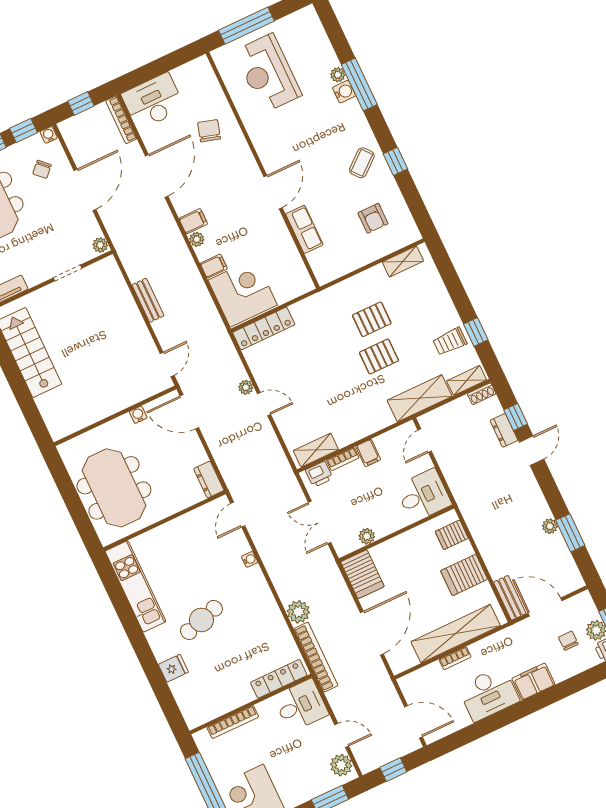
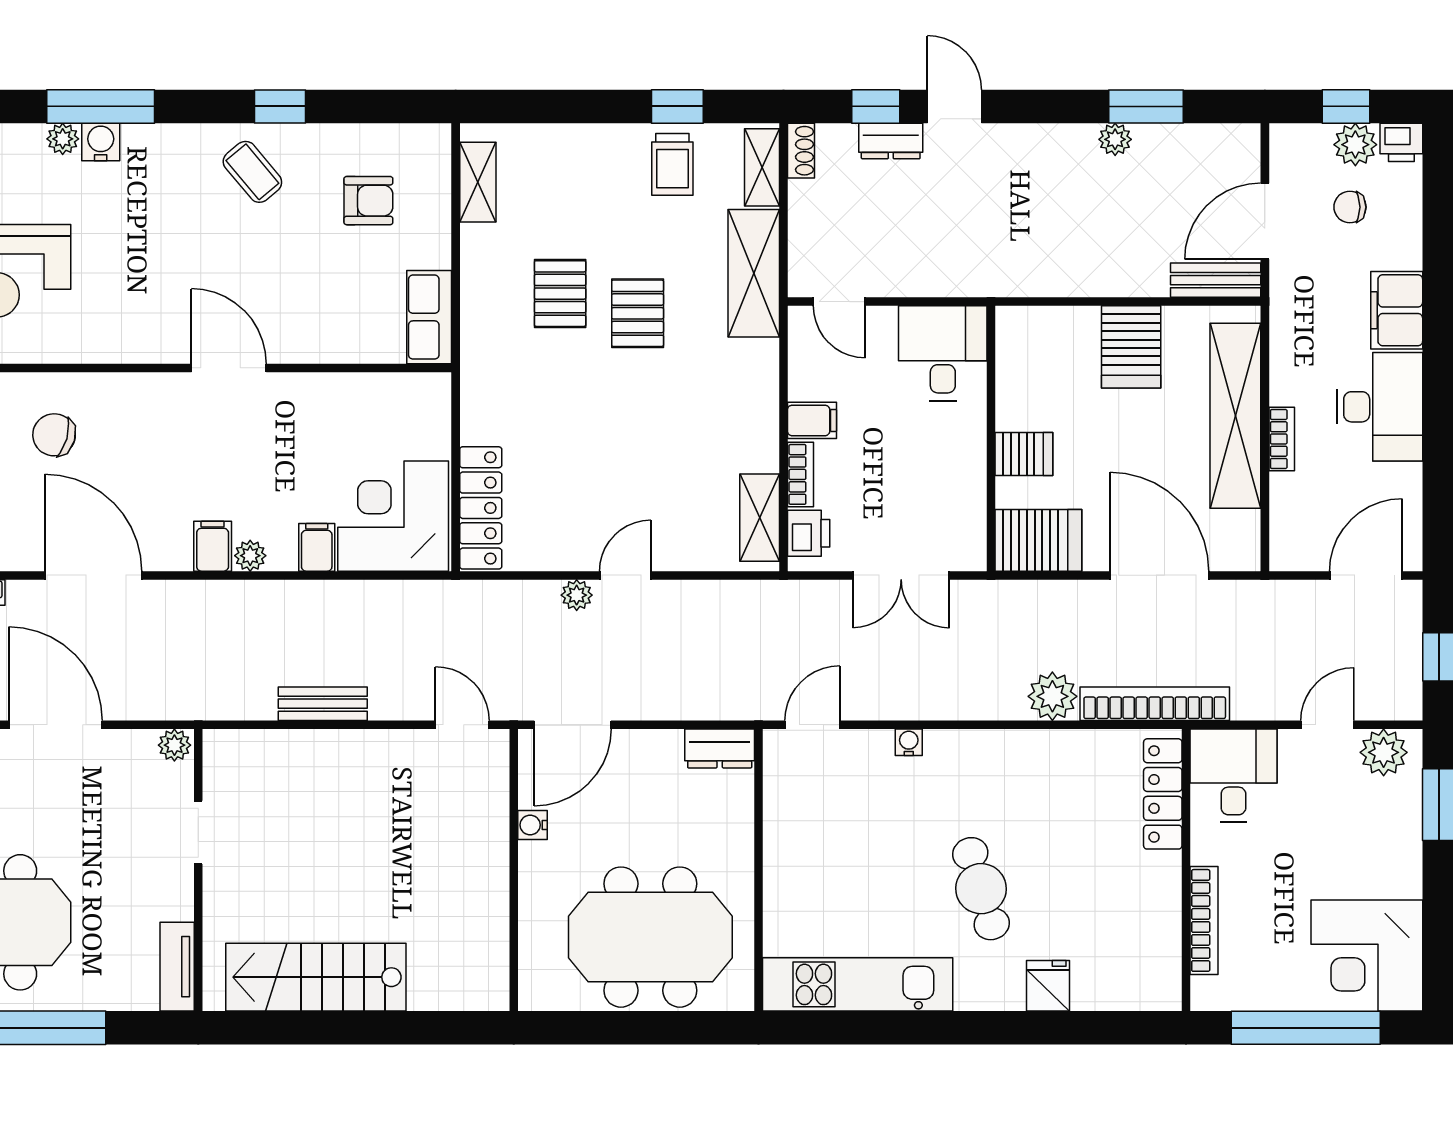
row of seats: (304, 229) -> (429, 317), moved, turned -90
door: (238, 515) -> (812, 725), swing flipped
server rack: (452, 535) -> (1024, 454), moved, turned -90
plant: (367, 536) -> (970, 498), removed

